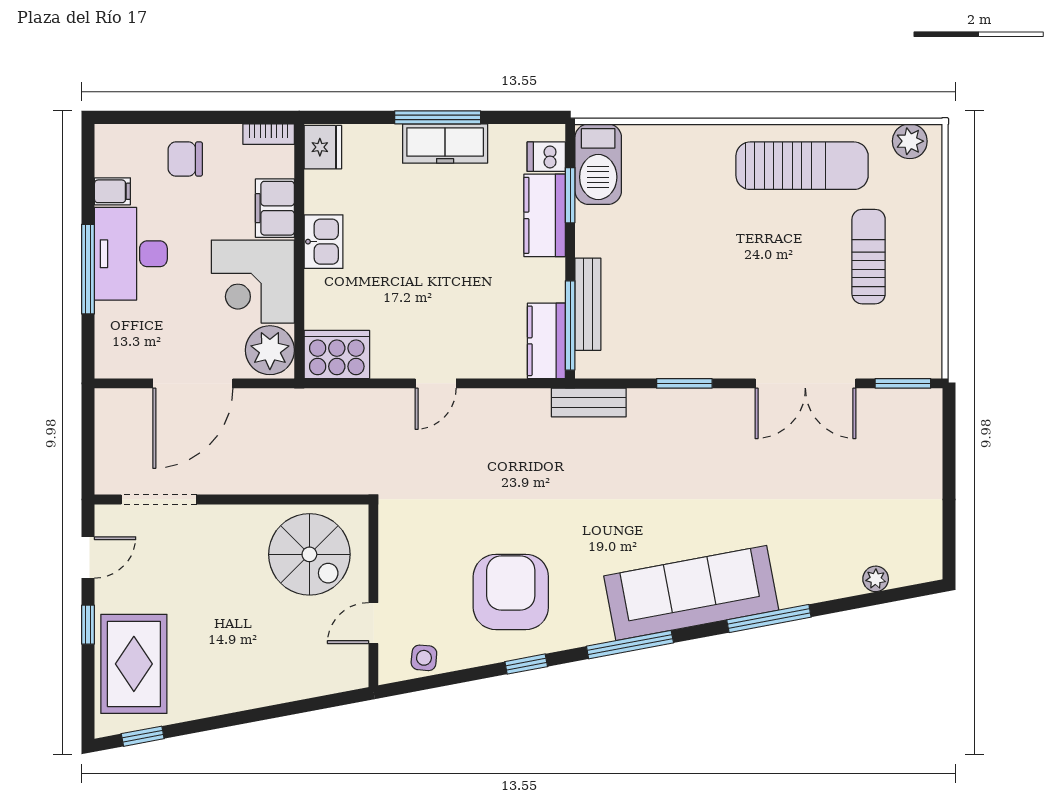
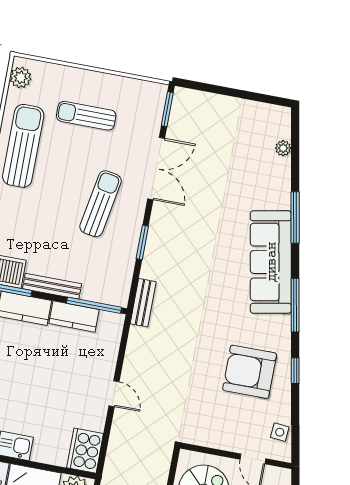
bench: (588, 304) -> (52, 286), moved
sun lounger: (733, 306) -> (101, 204), added
kitchen counter: (546, 341) -> (74, 316), moved

